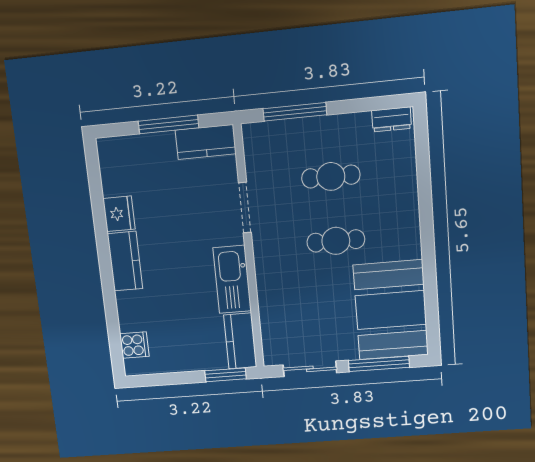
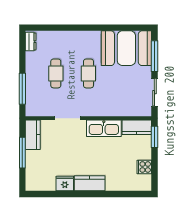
cooker: (134, 345) -> (144, 167), moved, turned -90

